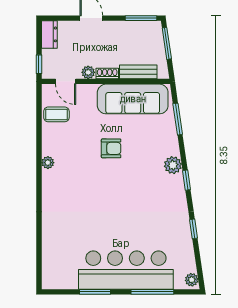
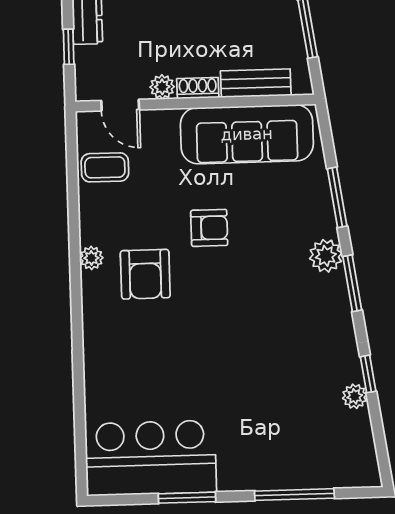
window: (39, 64) -> (69, 47), moved
window: (178, 119) -> (337, 197), moved
armchair: (76, 172) -> (145, 274), added
window: (187, 180) -> (352, 283), width x1.50
bar counter: (126, 270) -> (151, 458), moved, width x0.73
plant: (192, 280) -> (355, 396), moved

